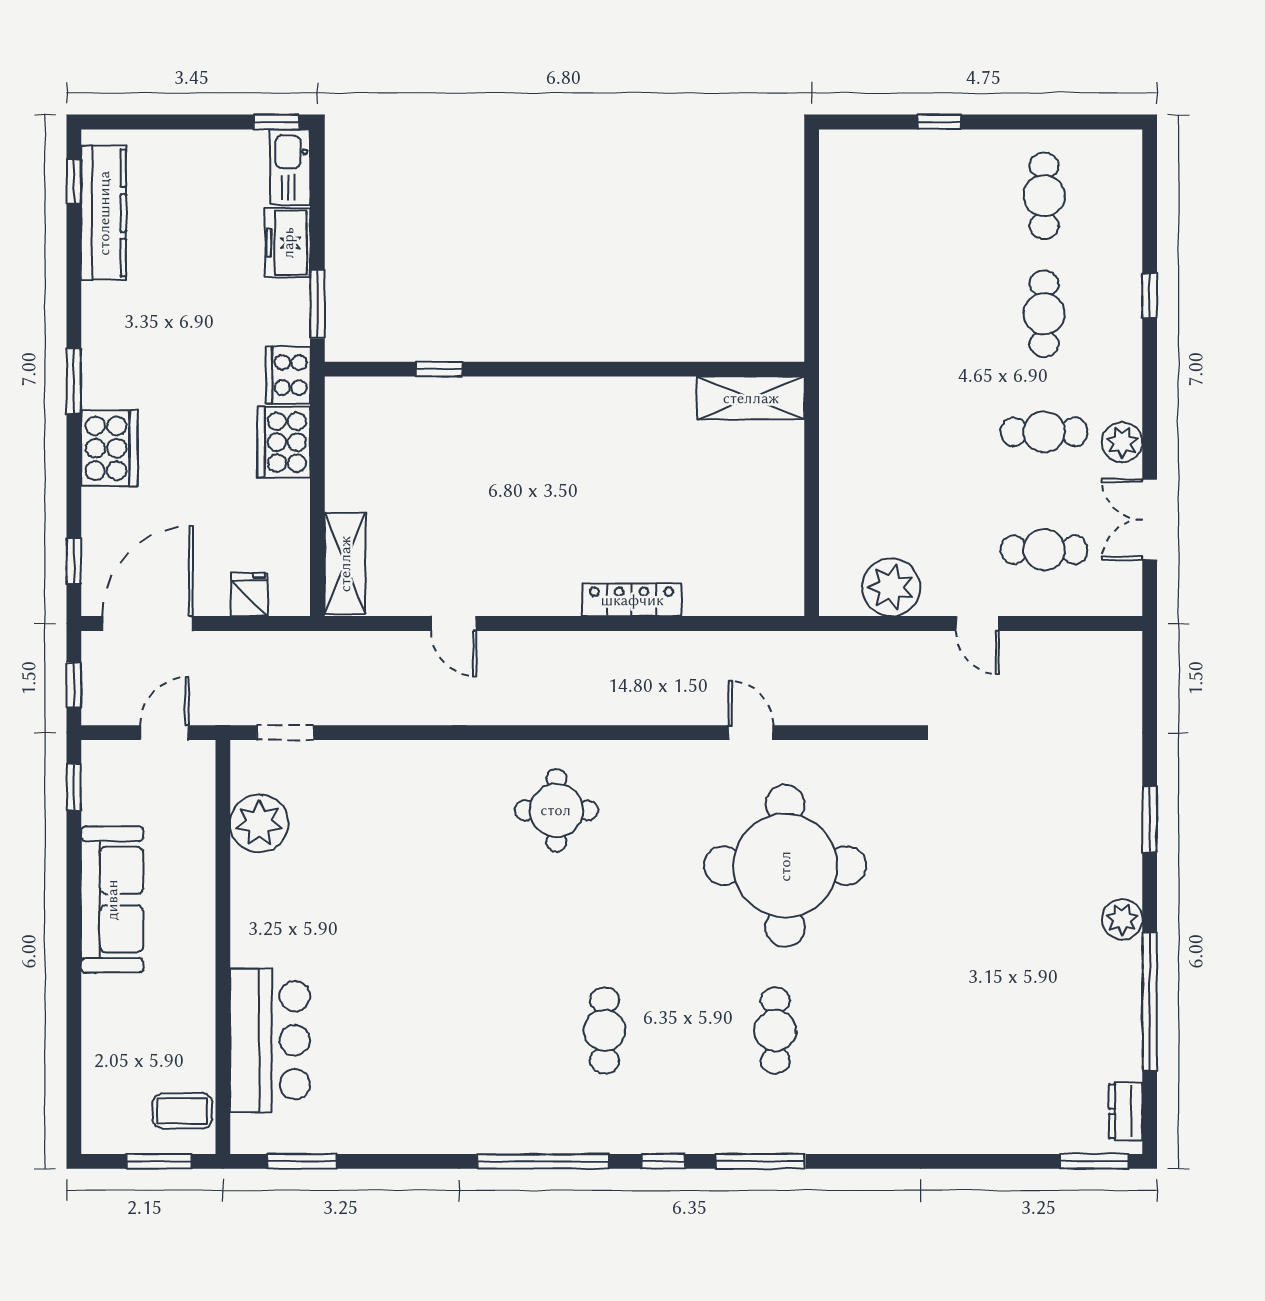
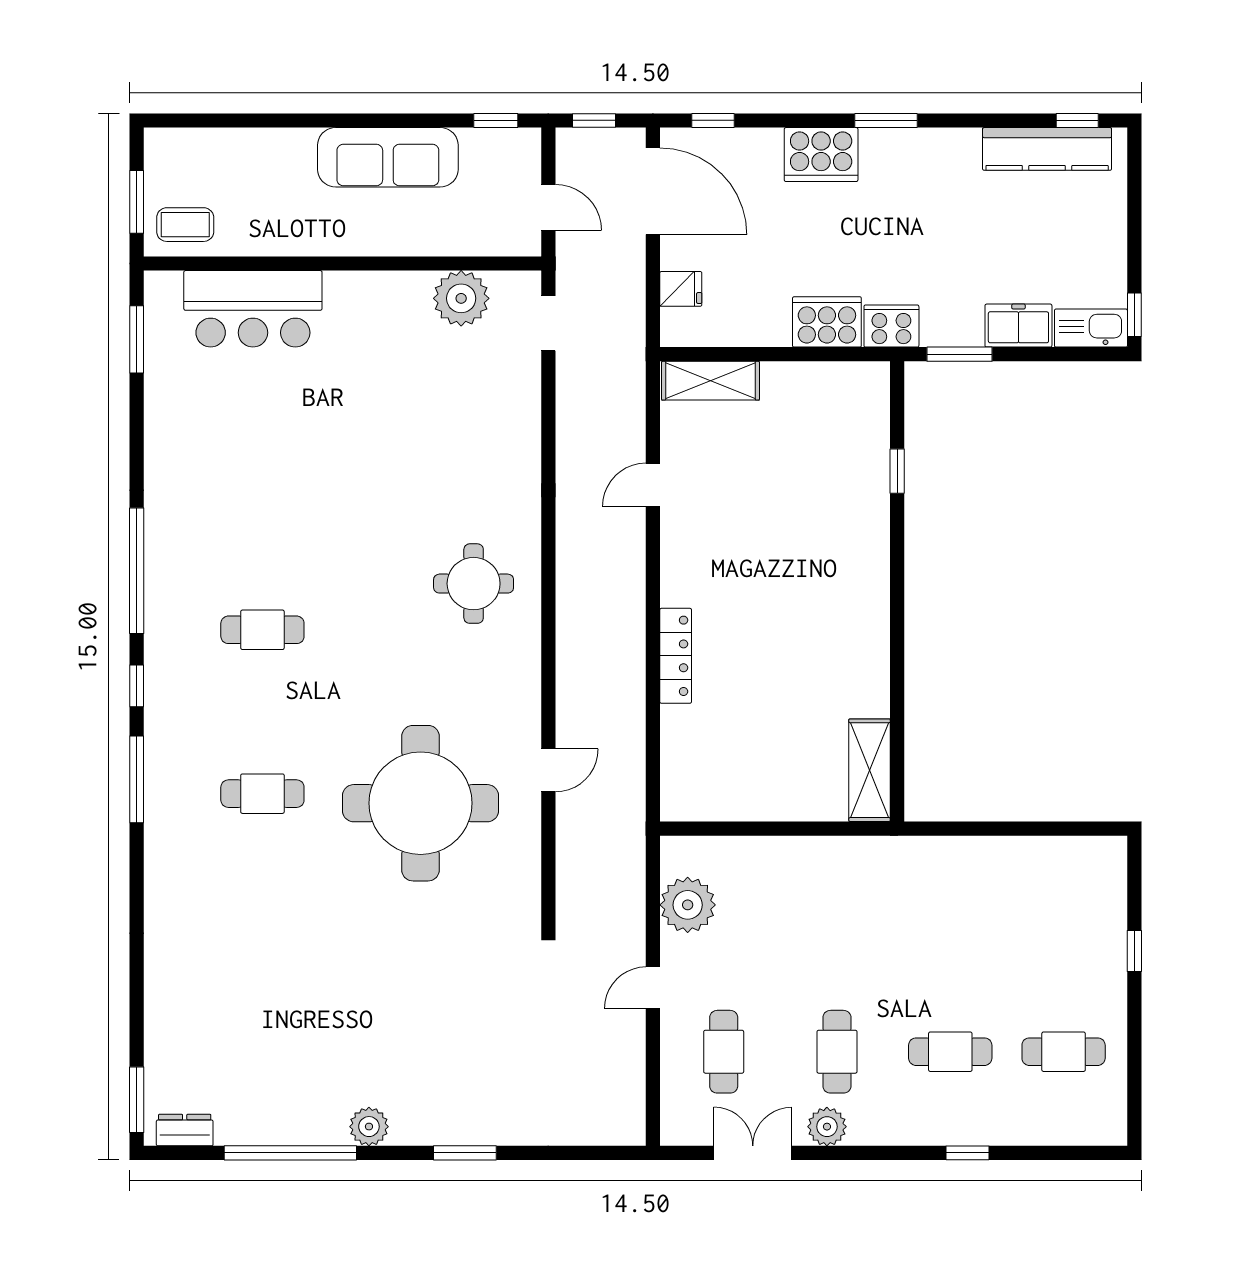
coffee table: (182, 1111) -> (185, 225), turned 90

